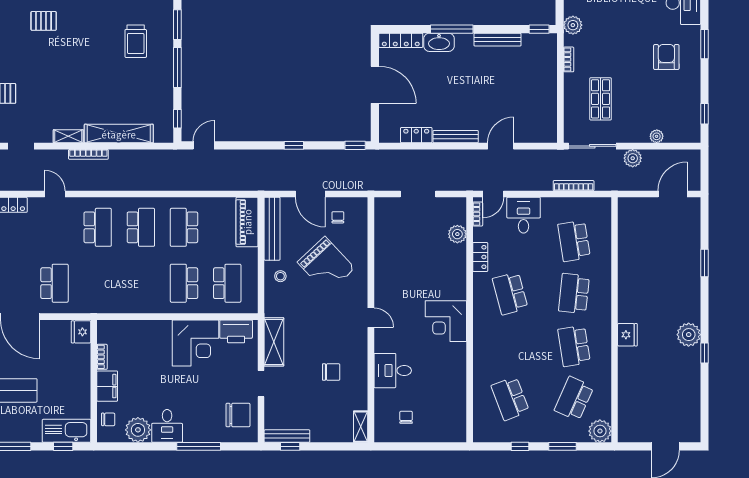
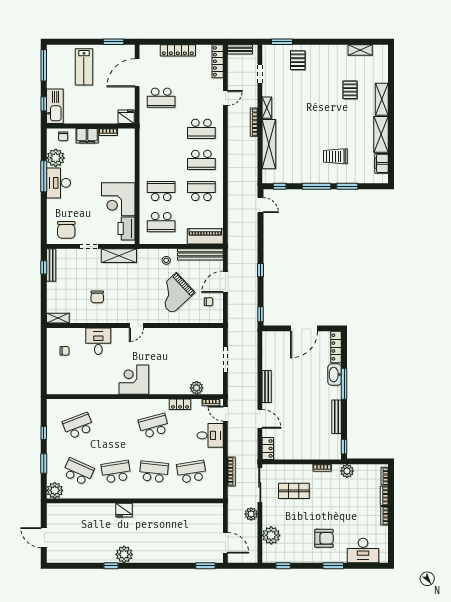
locker: (416, 135) -> (268, 448), moved
plant: (657, 136) -> (271, 535), width x1.87, depth x1.87
window: (705, 263) -> (205, 566), moved
desk: (167, 426) -> (58, 183), width x1.37
window: (199, 446) -> (44, 176), moved

